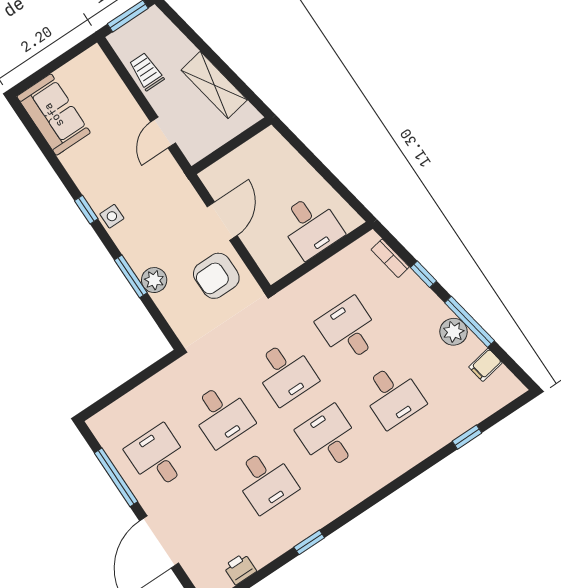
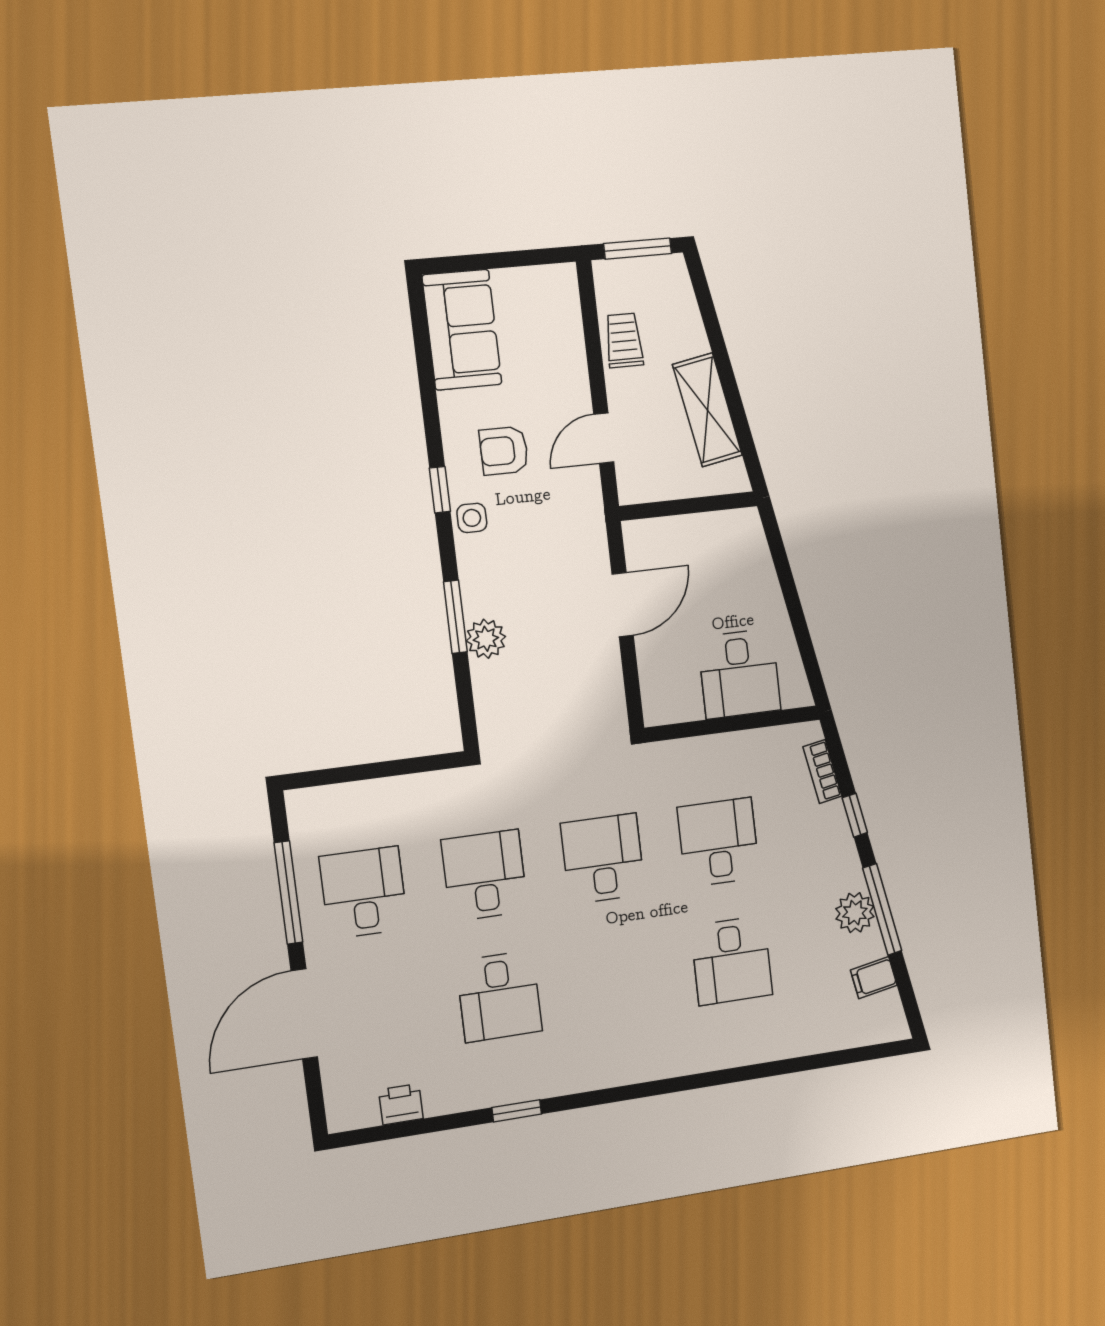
armchair: (216, 276) -> (504, 451), moved, width x0.72, depth x0.72
desk: (285, 373) -> (603, 859), turned 180
desk: (222, 415) -> (485, 875), turned 180
window: (467, 437) -> (801, 1064), removed
desk: (329, 438) -> (617, 978), removed

